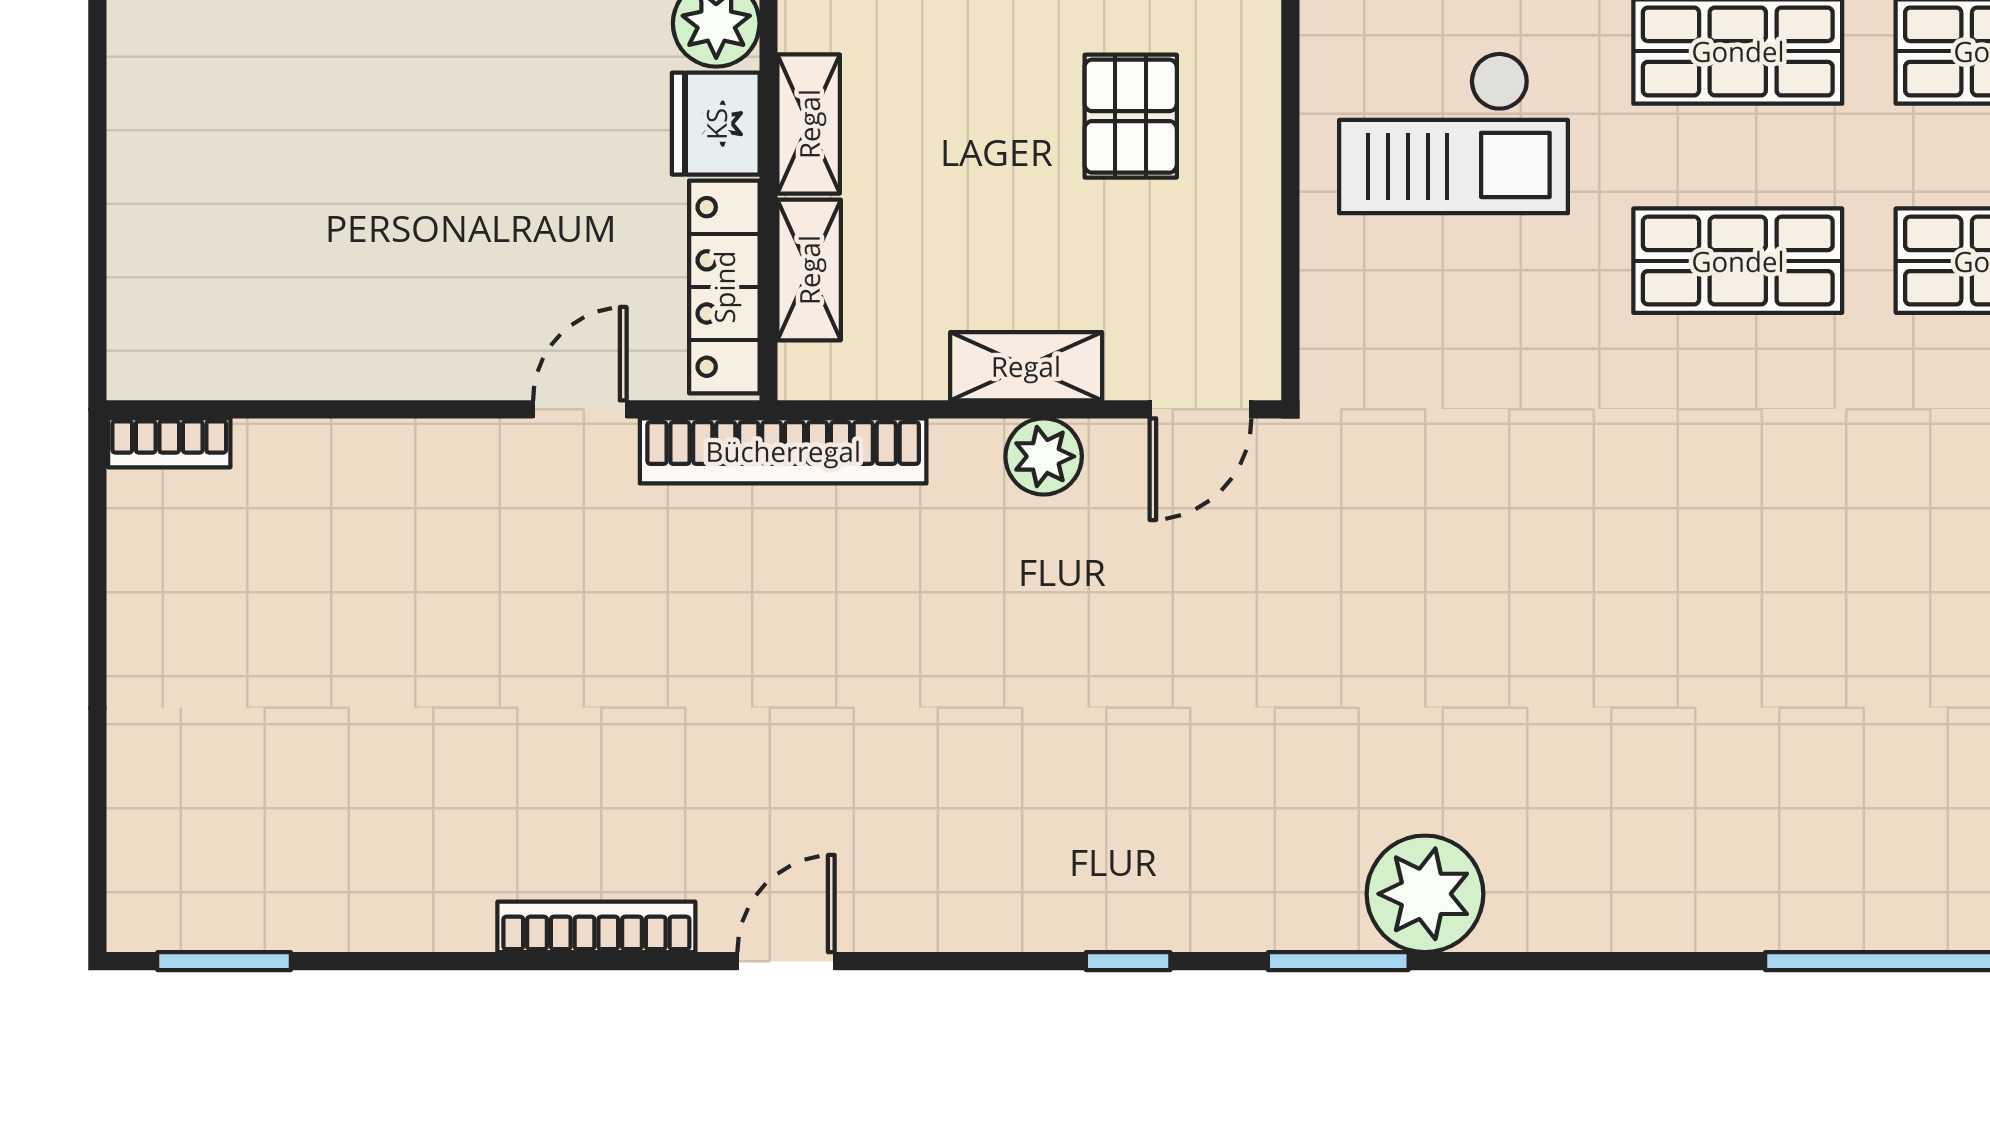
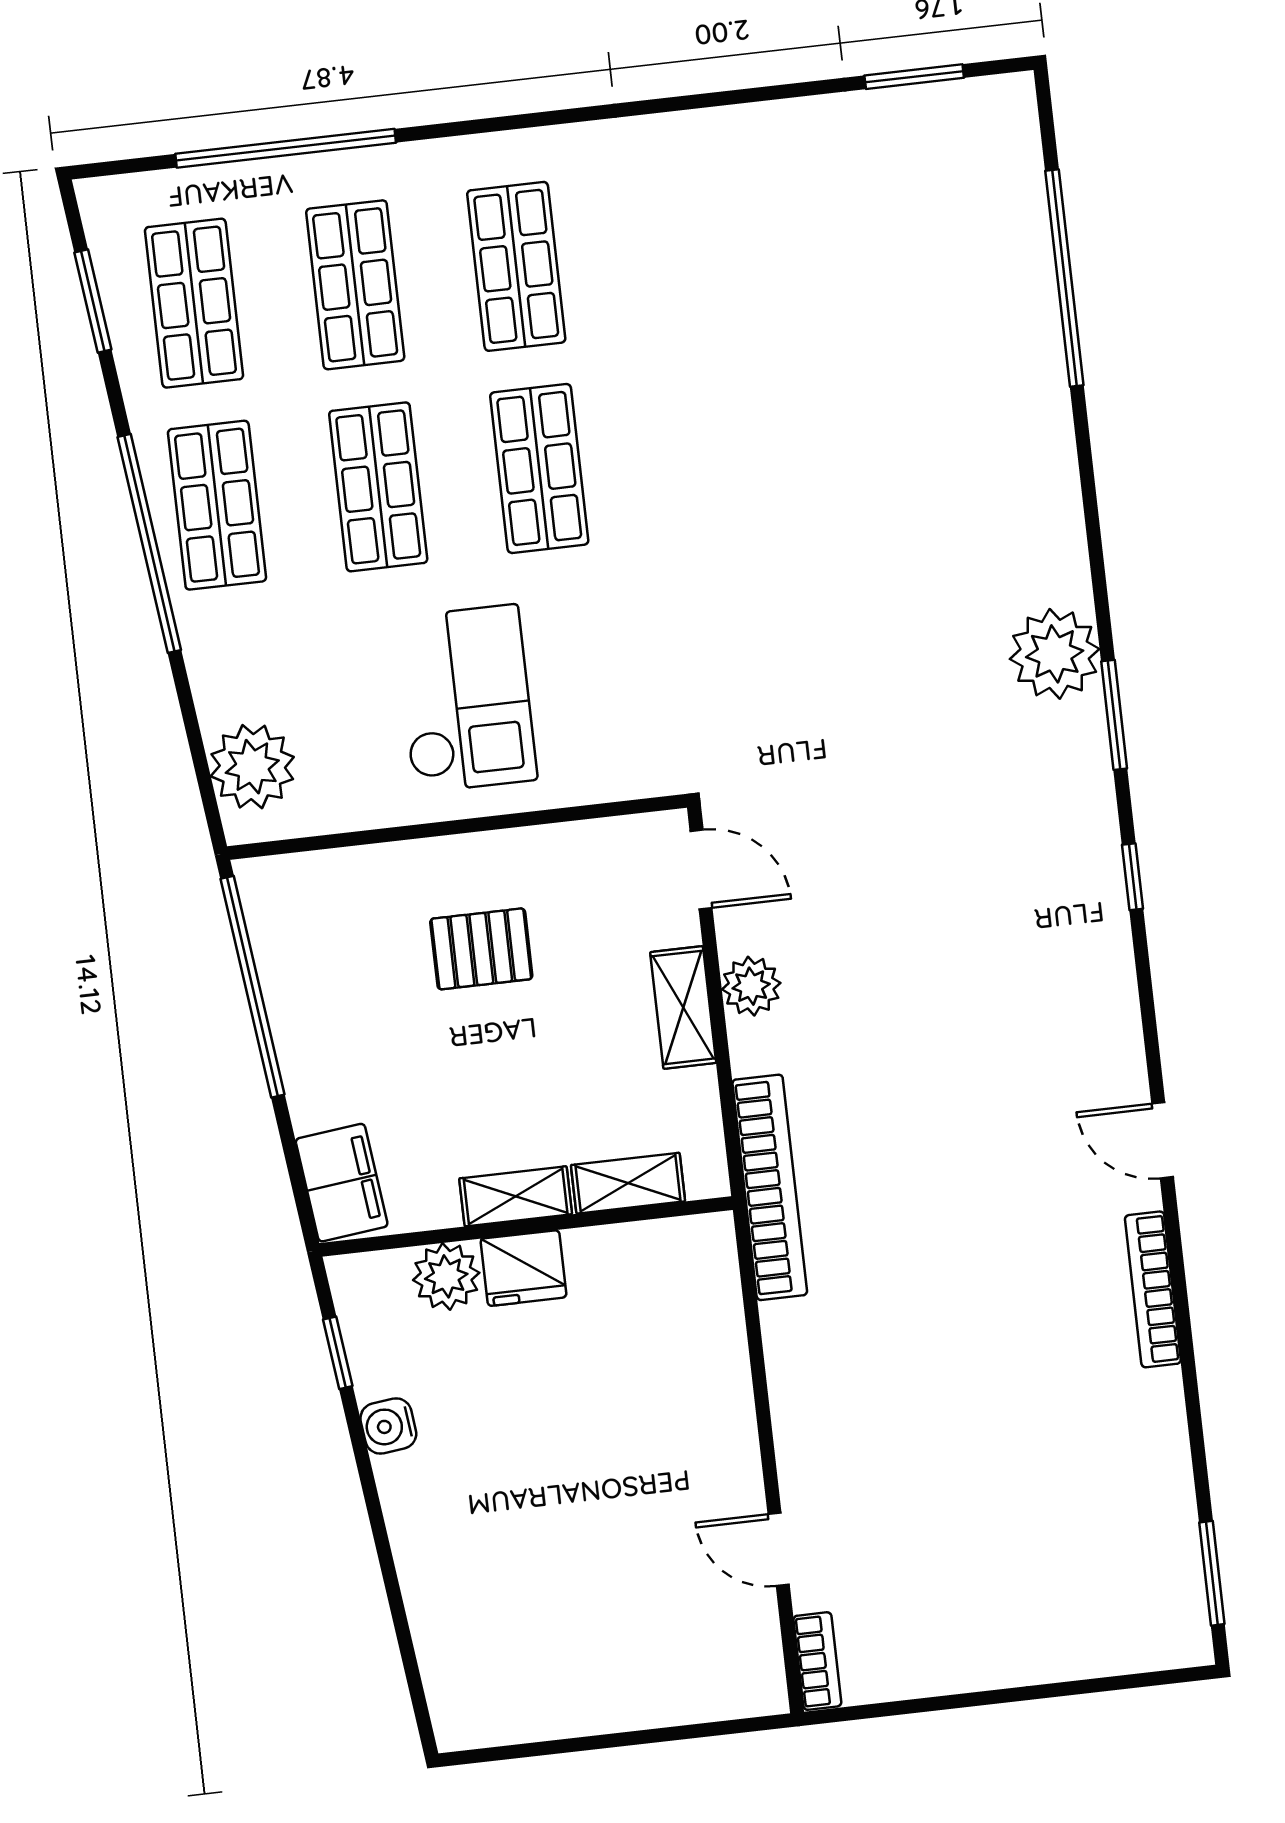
locker: (724, 287) -> (649, 1247), removed
door: (580, 409) -> (779, 1549), moved

